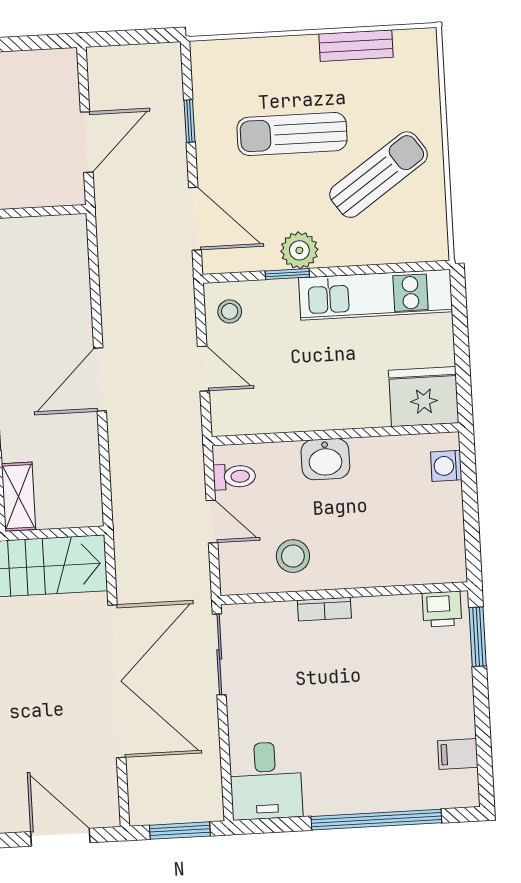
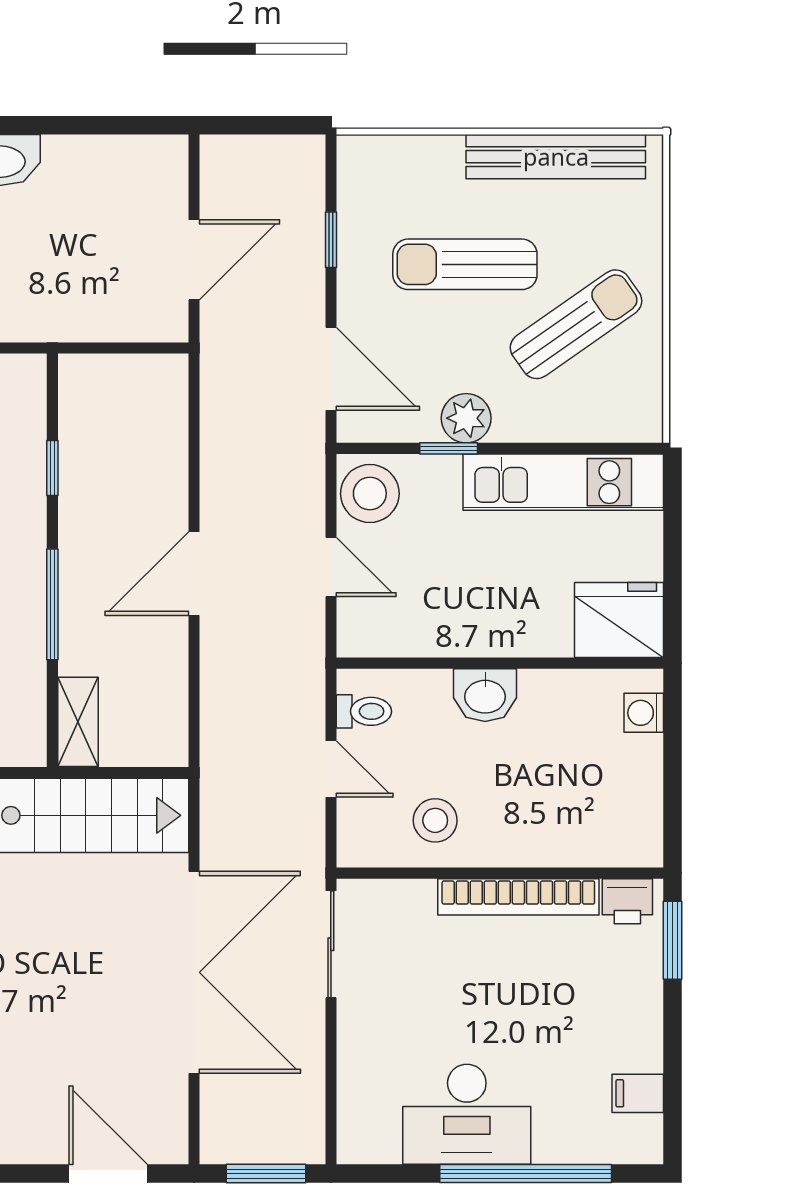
bench: (356, 46) -> (556, 157), width x1.86, depth x1.21
stool: (230, 311) -> (370, 494), width x1.89, depth x1.89
bookcase: (324, 609) -> (518, 897), width x2.31, depth x1.31
desk: (266, 781) -> (467, 1114), moved, width x1.37

